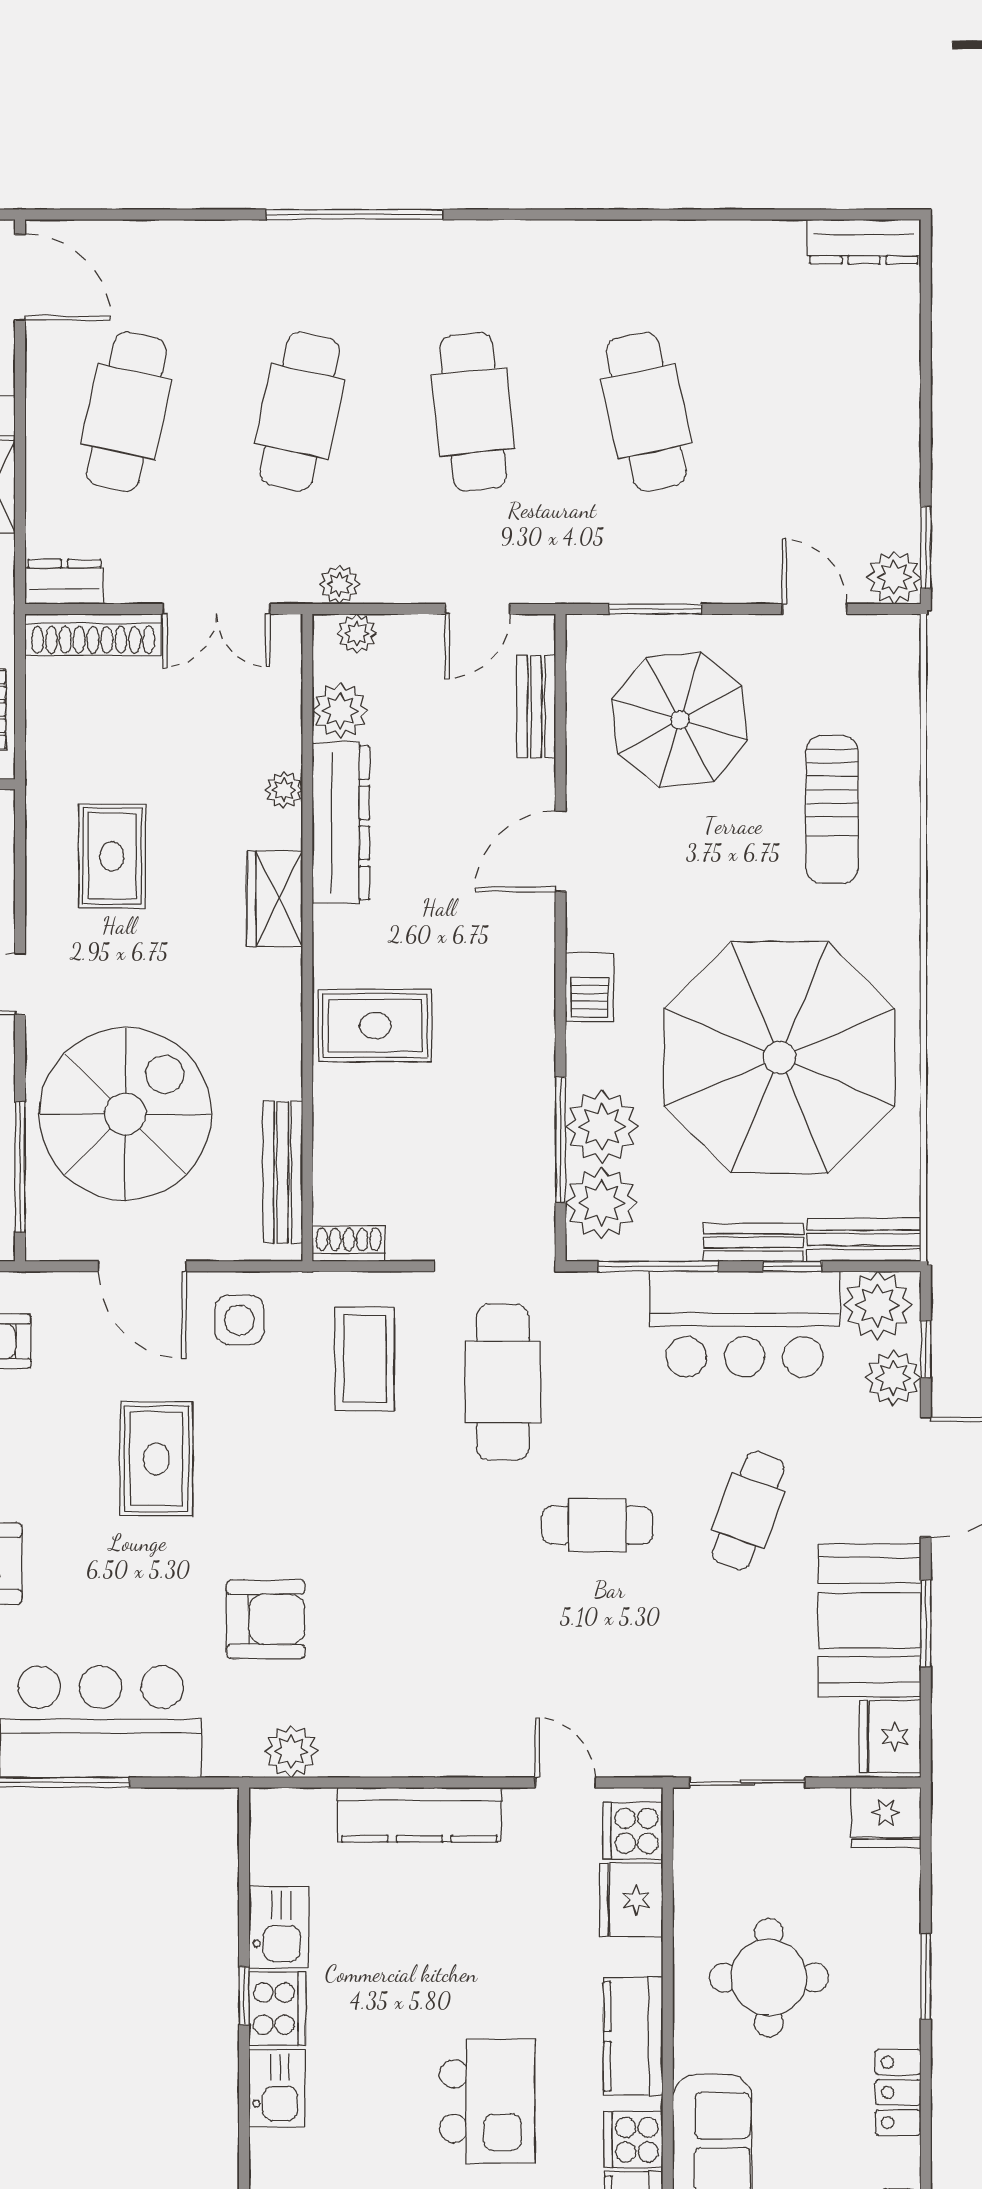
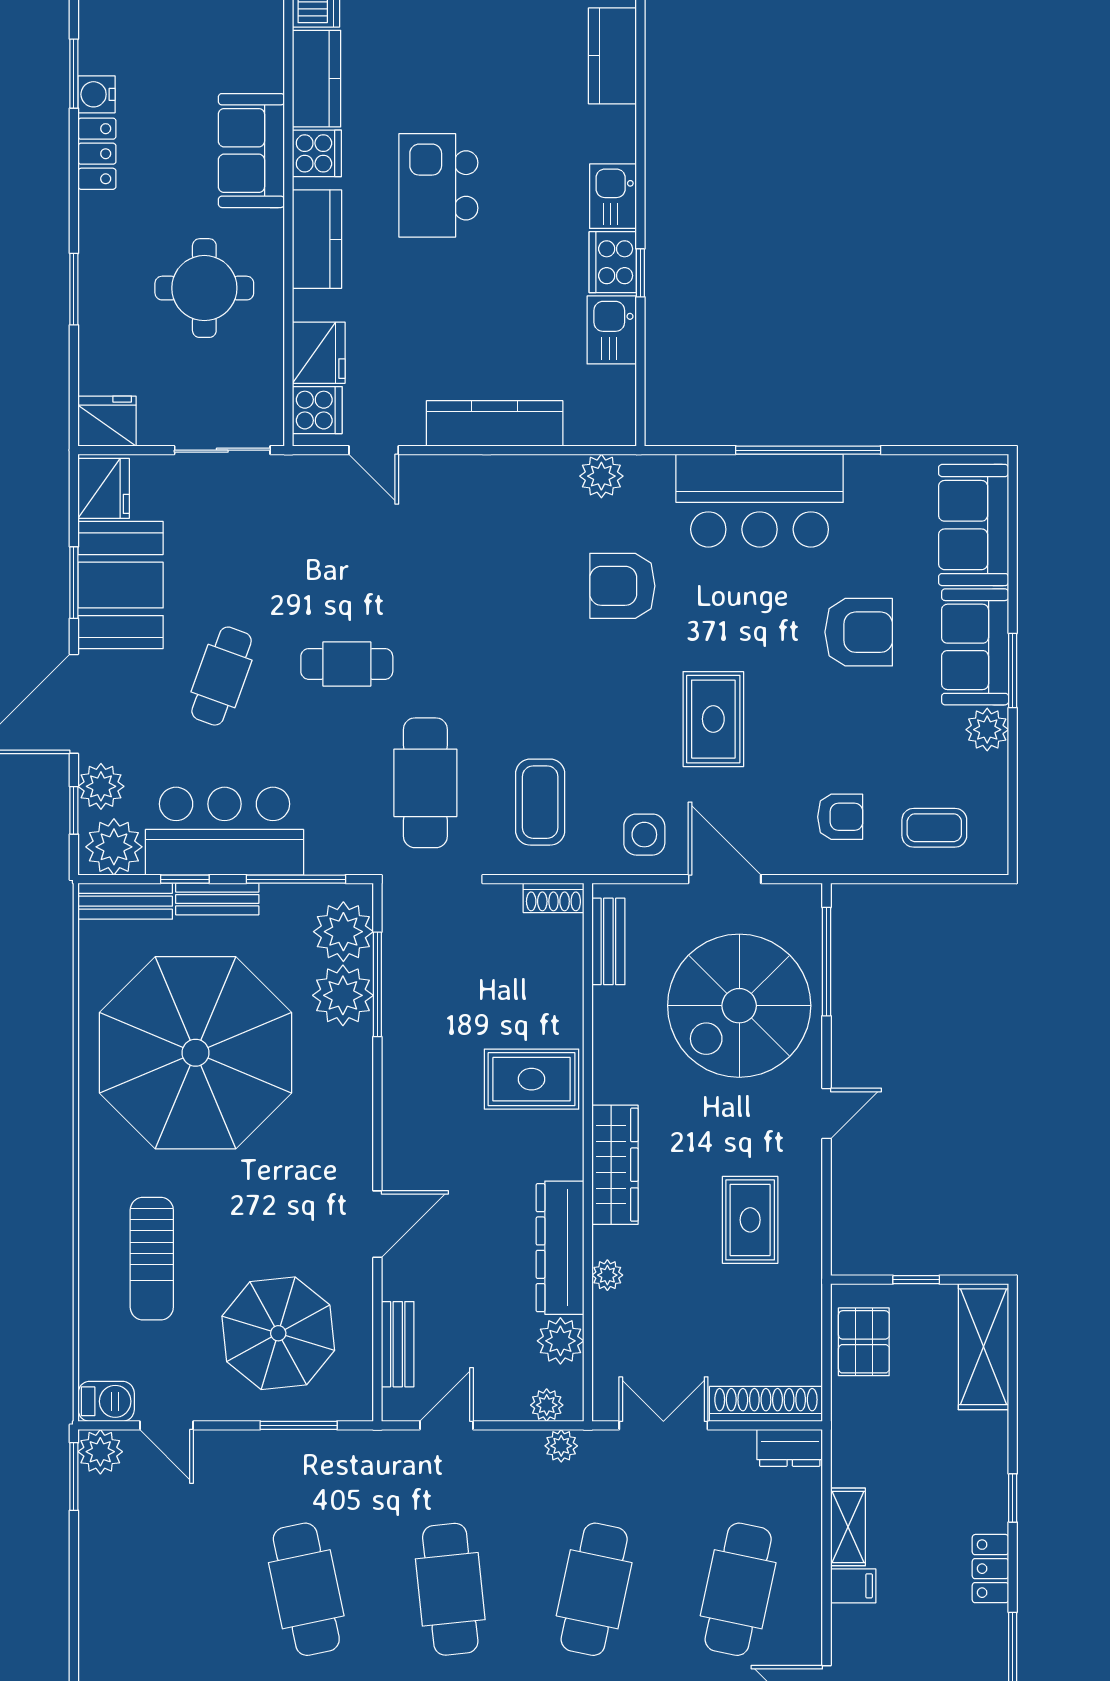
sun lounger: (832, 810) -> (152, 1259), turned 180
wardrobe: (275, 899) -> (615, 1165), width x1.50
barbecue: (590, 987) -> (106, 1401), moved, turned 90
bench: (283, 1172) -> (608, 941), width x0.73
locker: (898, 2092) -> (97, 154), moved

